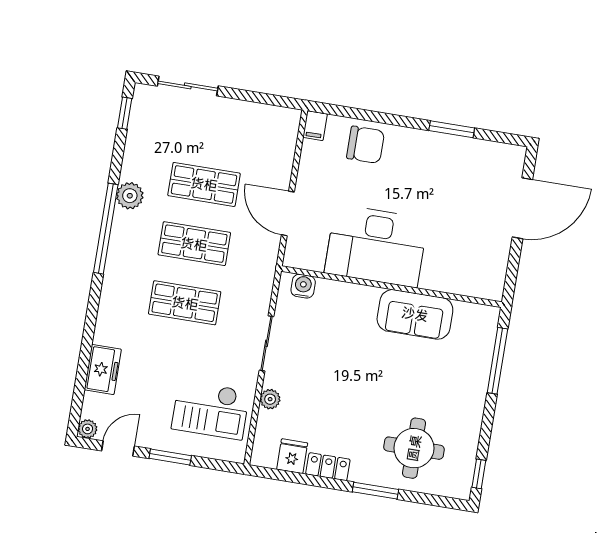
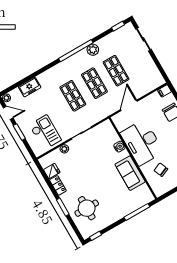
chair: (456, 252) -> (161, 170), added
water cooler: (303, 286) -> (119, 147), moved
checkout: (210, 410) -> (45, 132), turned 180

